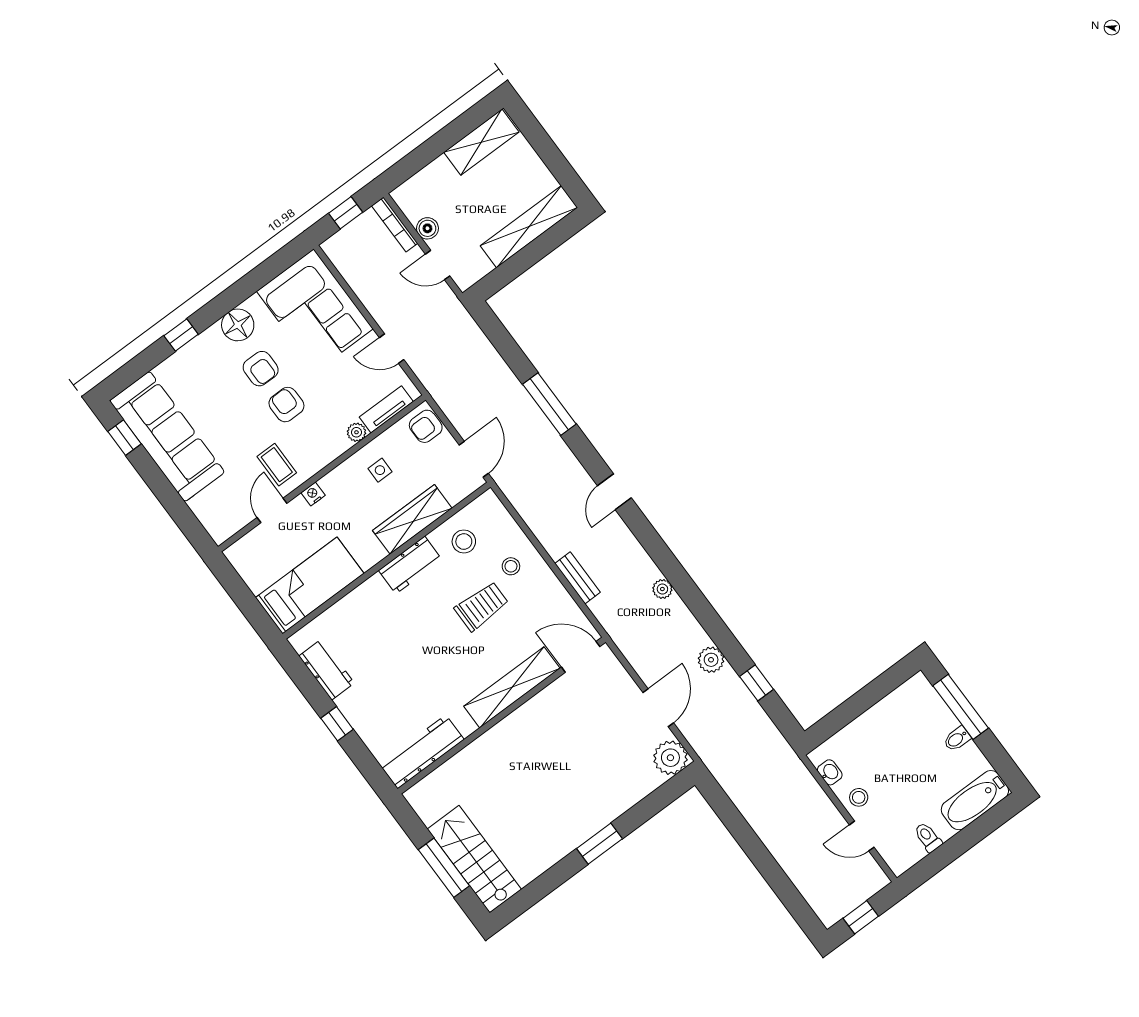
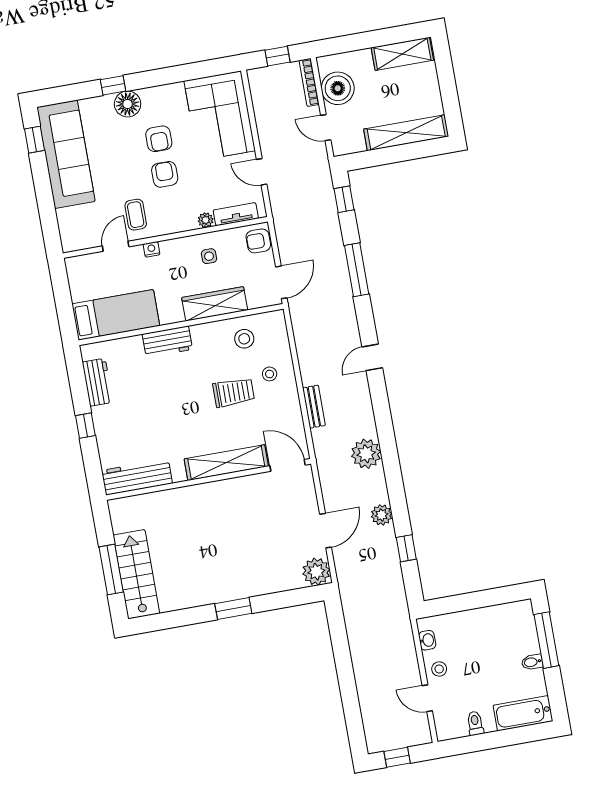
boiler: (427, 228) -> (338, 88), width x1.86, depth x1.86
floor lamp: (238, 325) -> (128, 104), moved
window: (497, 334) -> (344, 199), added
workbench: (410, 565) -> (167, 342), moved
plant: (662, 589) -> (366, 454), width x1.88, depth x1.88

